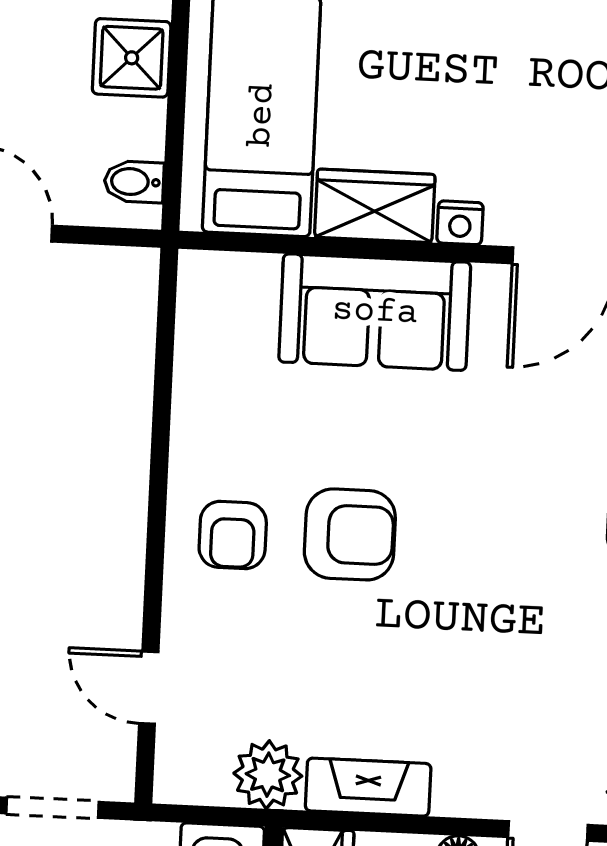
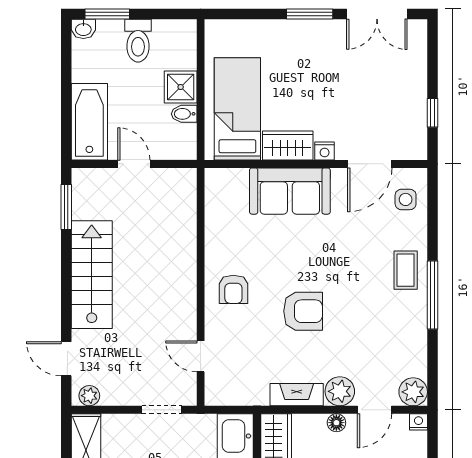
bidet: (134, 182) -> (184, 114), moved
armchair: (350, 534) -> (303, 311), moved
plant: (268, 775) -> (340, 391), moved

